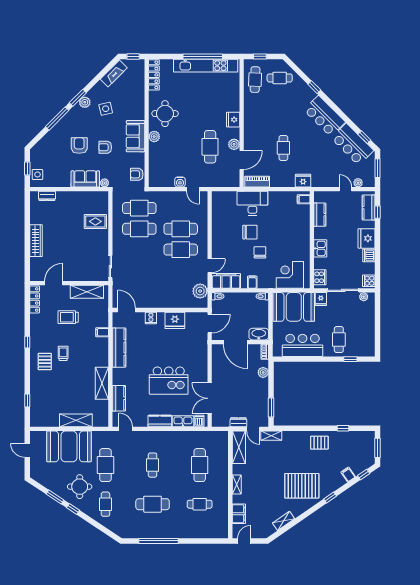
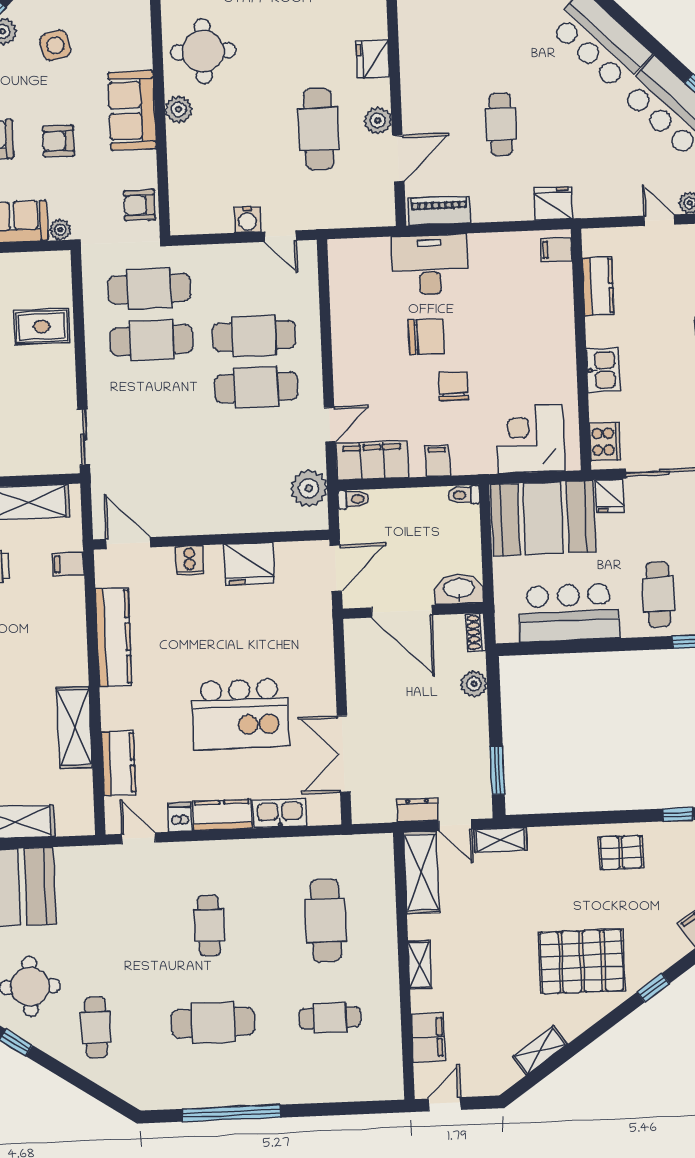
filing cabinet: (102, 332) -> (68, 564), moved
dishwasher: (199, 421) -> (180, 817), moved
cafe table: (105, 465) -> (92, 930), removed

